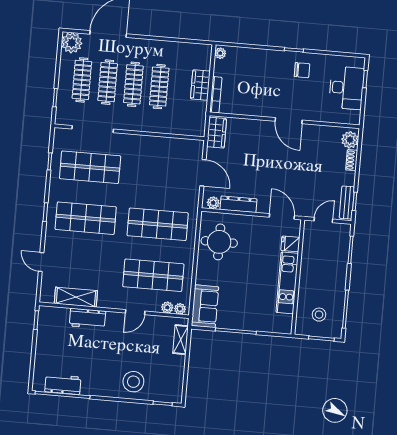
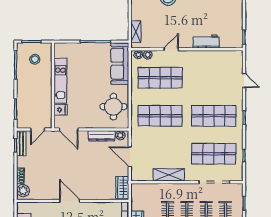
shelving: (76, 297) -> (169, 175), moved
sofa: (205, 306) -> (120, 64), width x1.36

